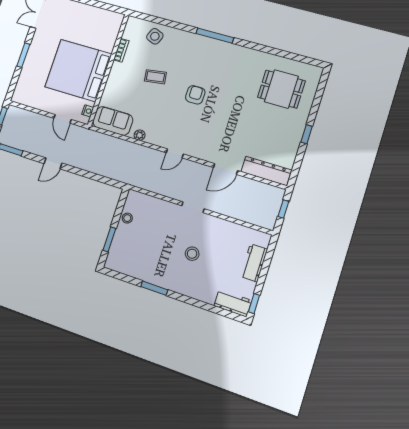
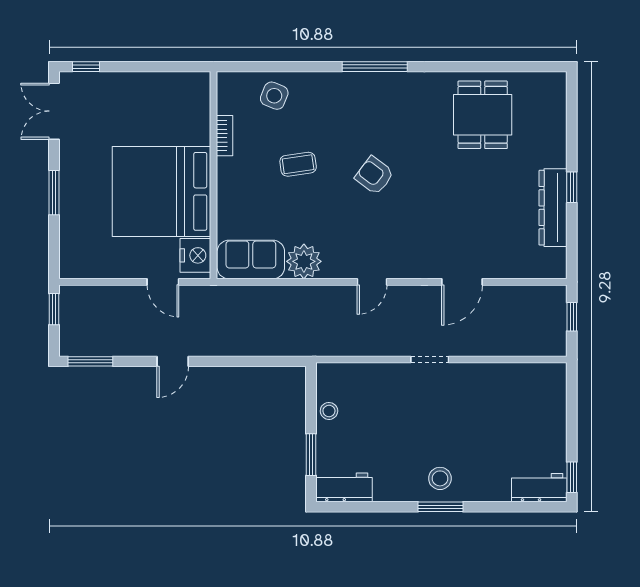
dining table: (281, 89) -> (483, 115), moved, turned 90
armchair: (195, 95) -> (374, 175), turned -53
nightstand: (88, 111) -> (195, 255), width x1.89, depth x1.79
plant: (140, 135) -> (304, 261), width x1.87, depth x1.87
dresser: (266, 171) -> (553, 208), moved, turned -90
stool: (192, 254) -> (440, 478), moved
workbench: (254, 263) -> (344, 487), moved, turned 90
window: (154, 288) -> (440, 507), moved

